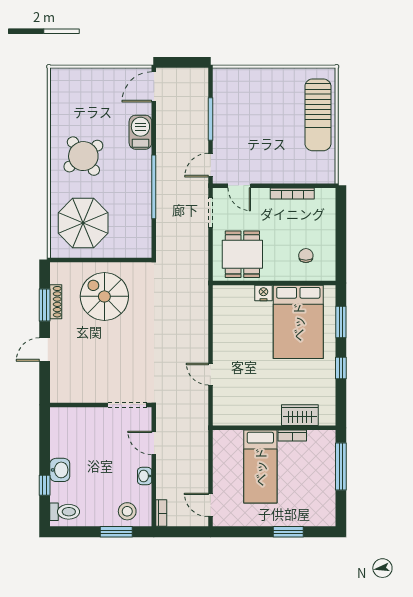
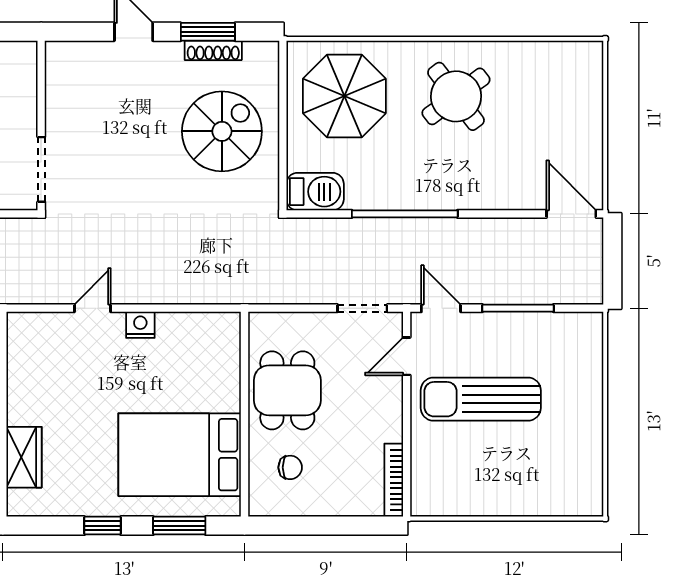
sun lounger: (318, 115) -> (481, 399), moved
barbecue: (140, 132) -> (315, 192), moved
bookcase: (292, 193) -> (394, 480), moved
dining table: (242, 254) -> (287, 390), moved, turned 90
nightstand: (263, 293) -> (140, 325), moved, turned -90

